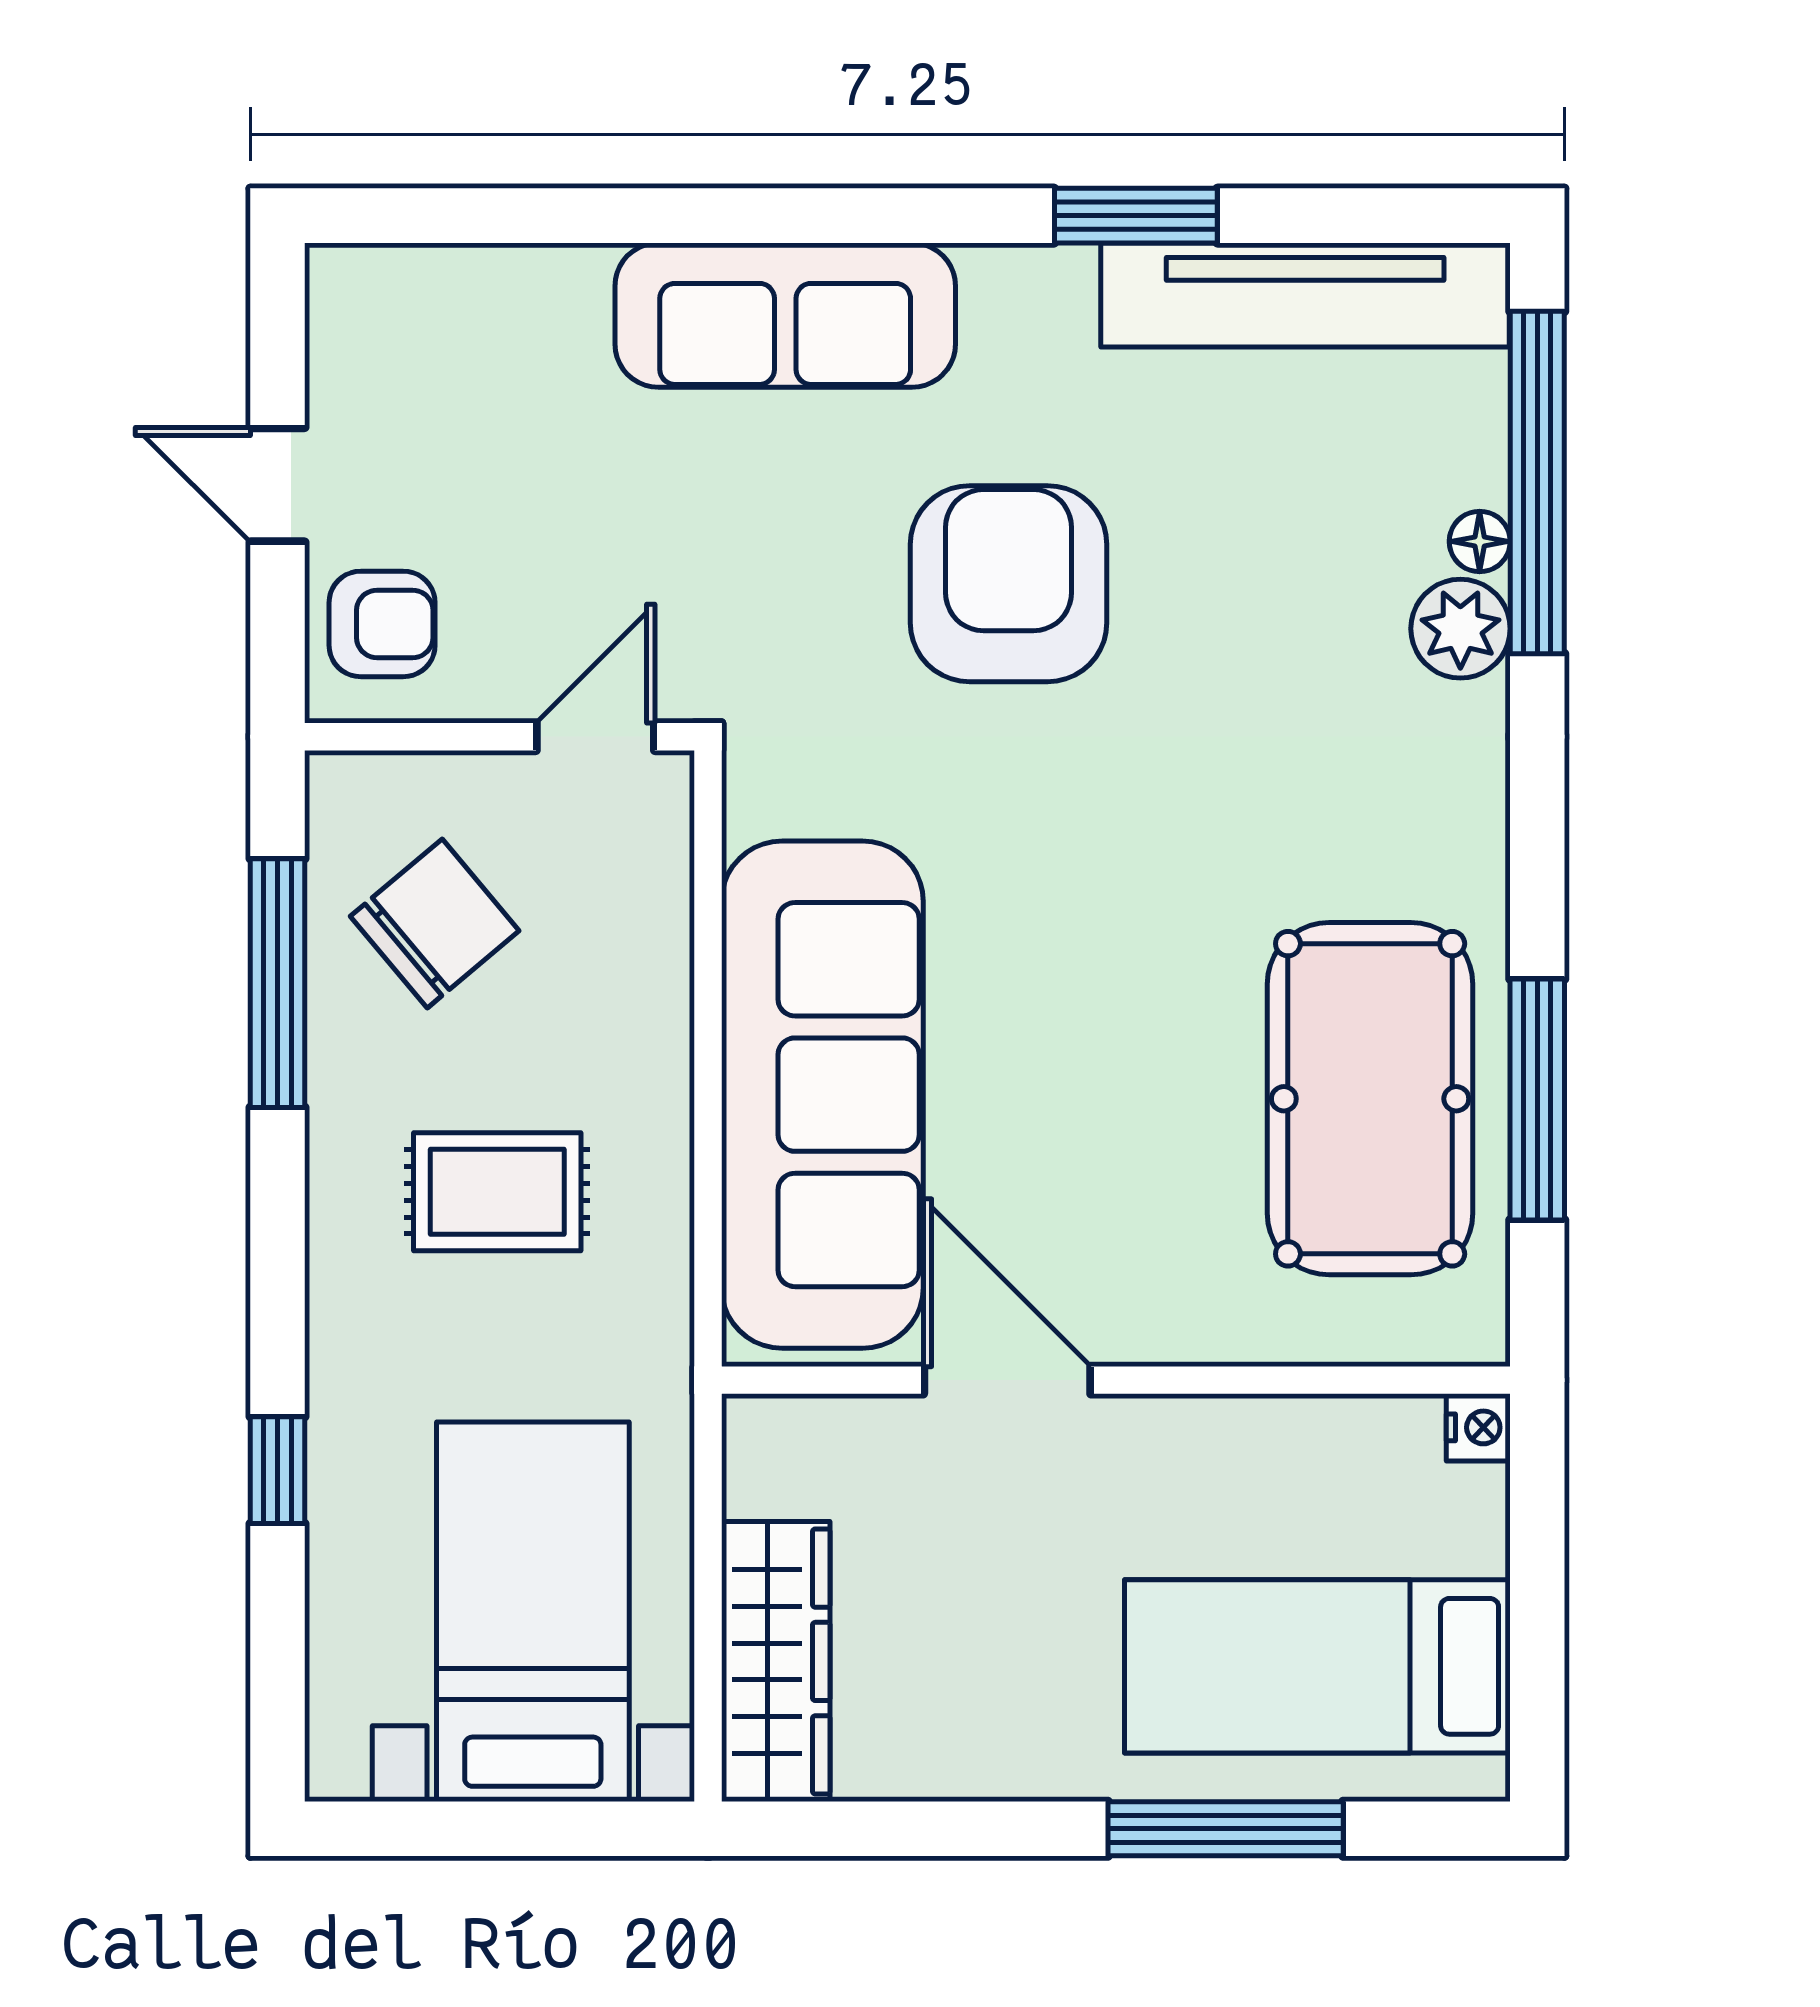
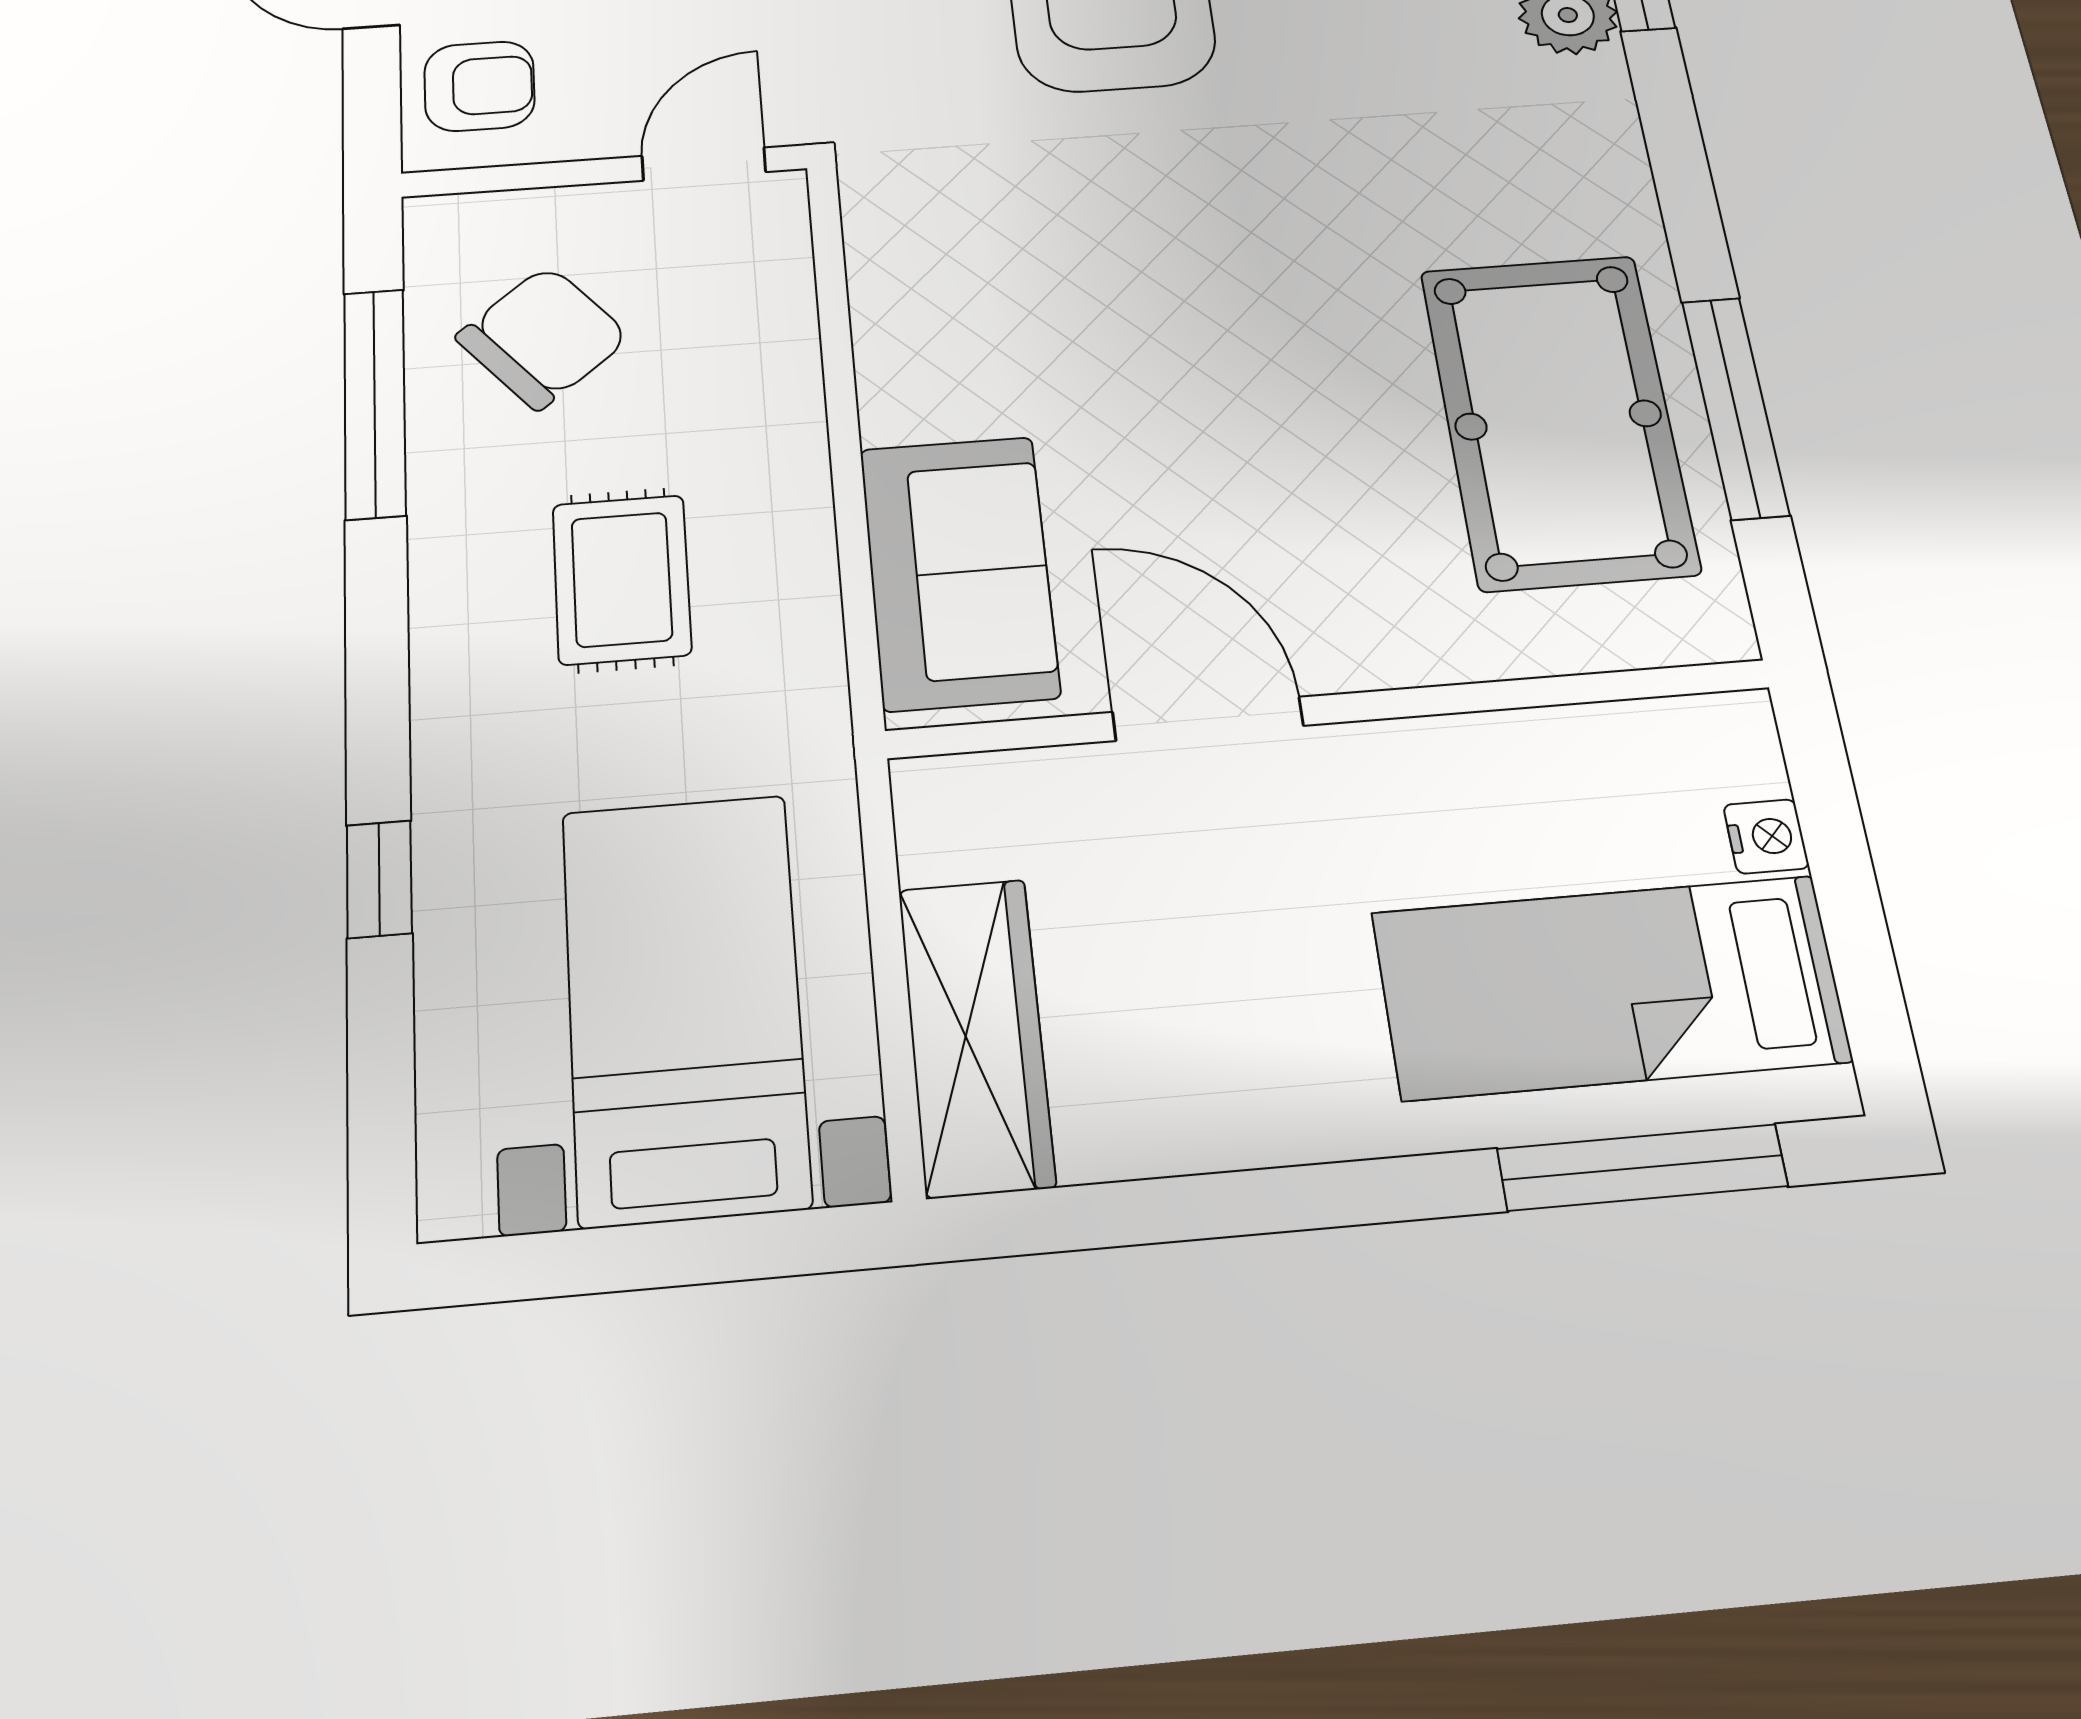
sofa: (822, 1095) -> (959, 572), width x0.54, depth x0.79
rug: (497, 1192) -> (622, 579), turned 90
nightstand: (1478, 1427) -> (1766, 836), moved
window: (1226, 1829) -> (1642, 1167), moved

